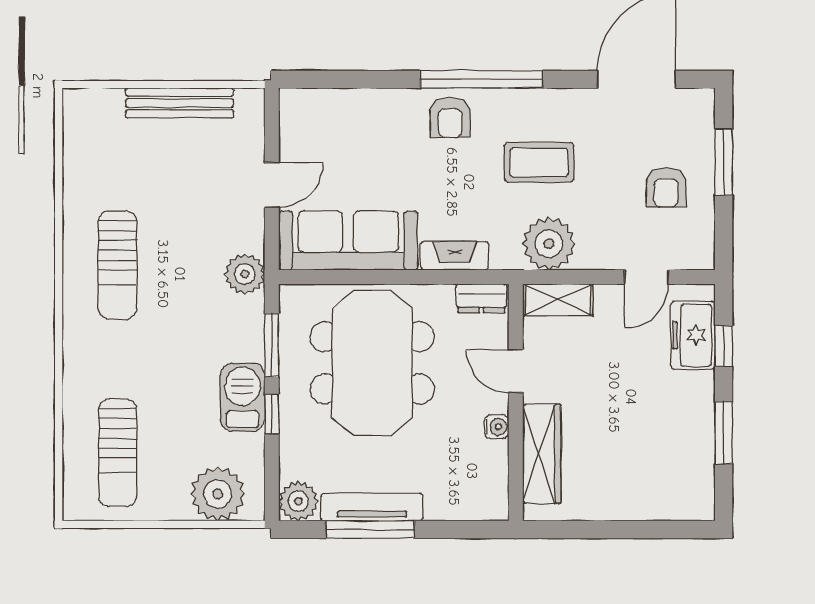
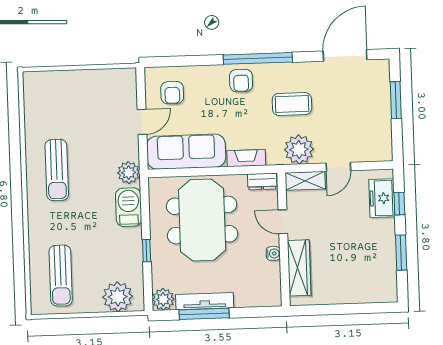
bench: (180, 103) -> (89, 78), removed
armchair: (666, 187) -> (172, 93), moved
door: (646, 277) -> (338, 167), moved
window: (272, 345) -> (145, 212), removed
barbecue: (242, 397) -> (129, 207), moved

